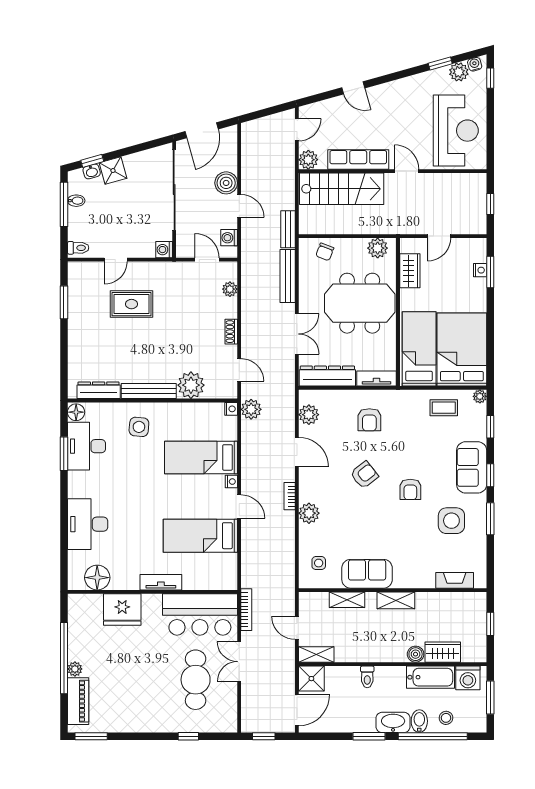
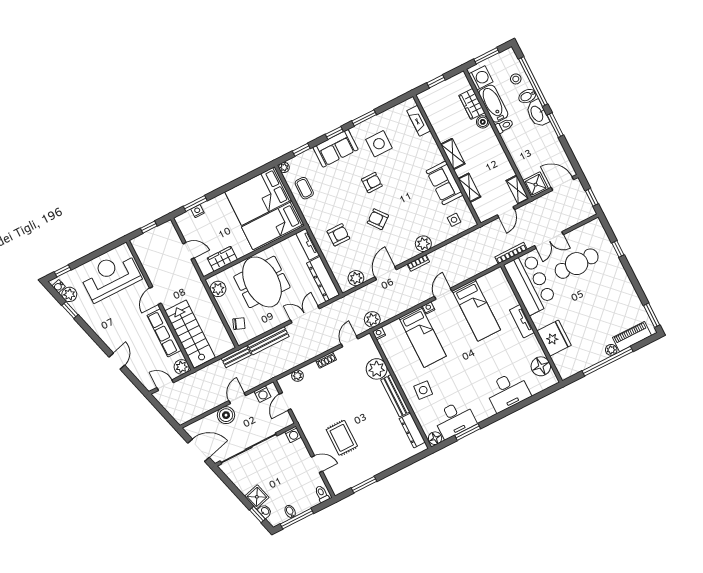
toilet: (367, 677) -> (504, 126), moved

